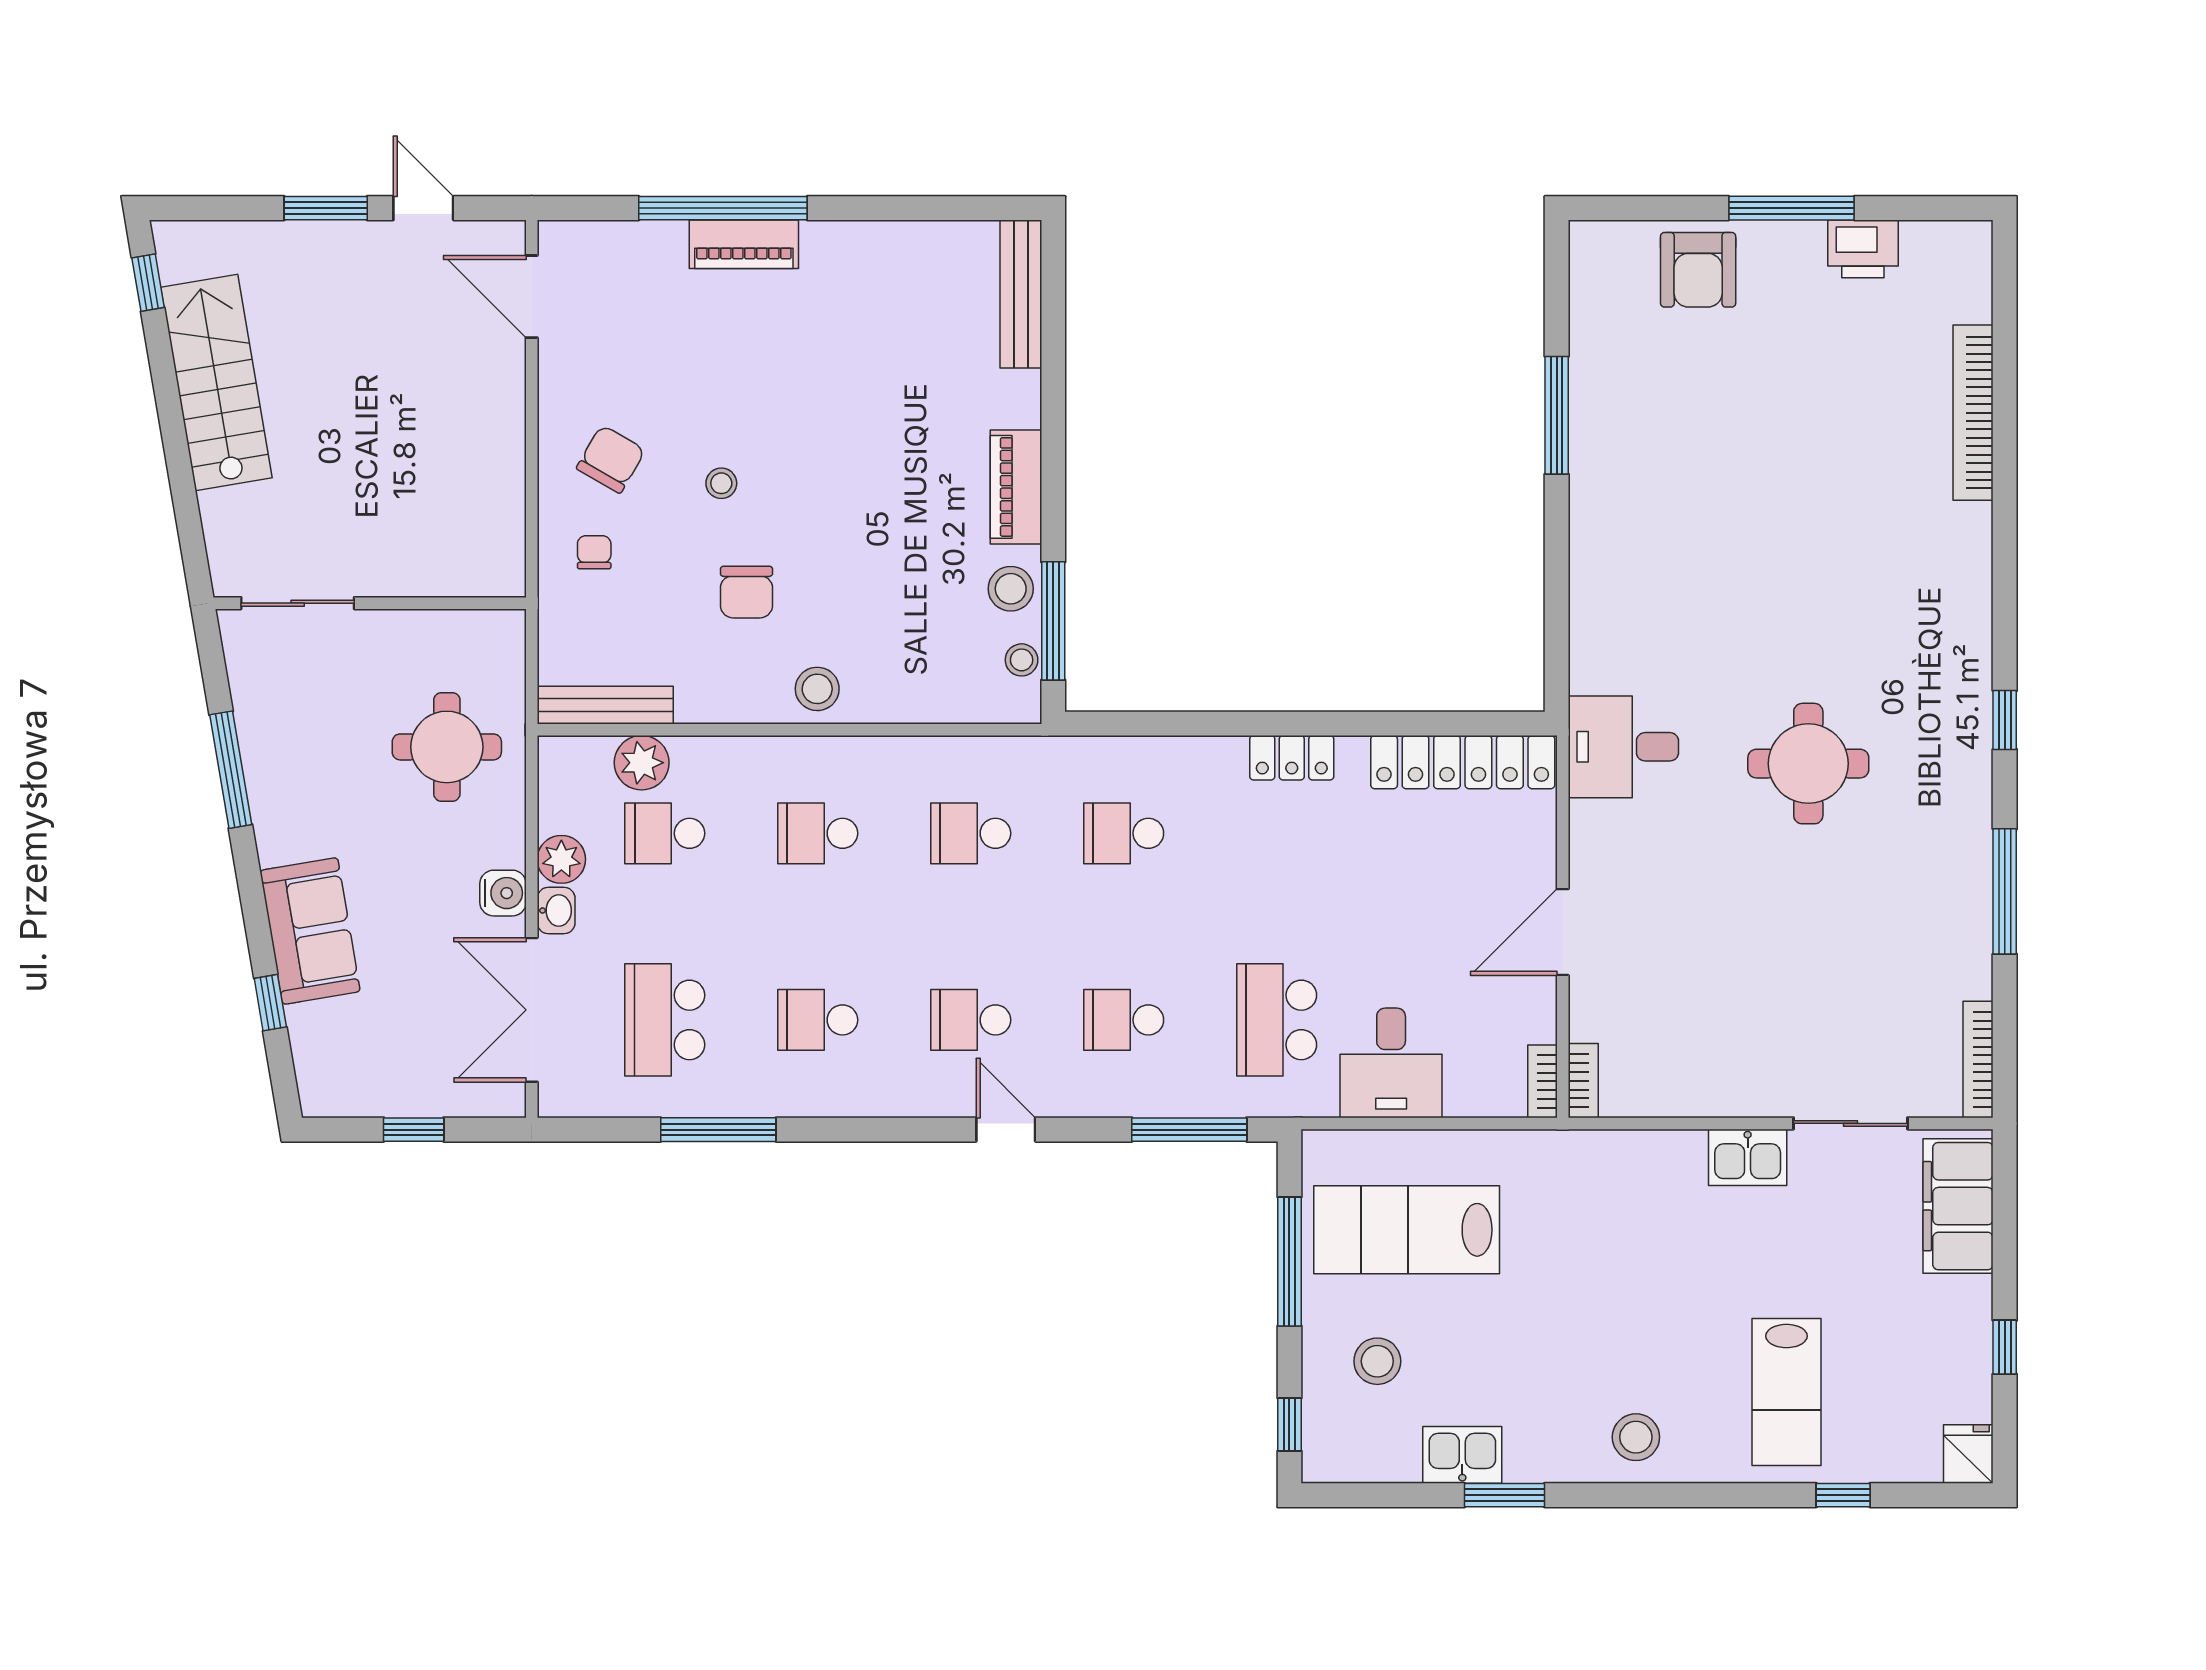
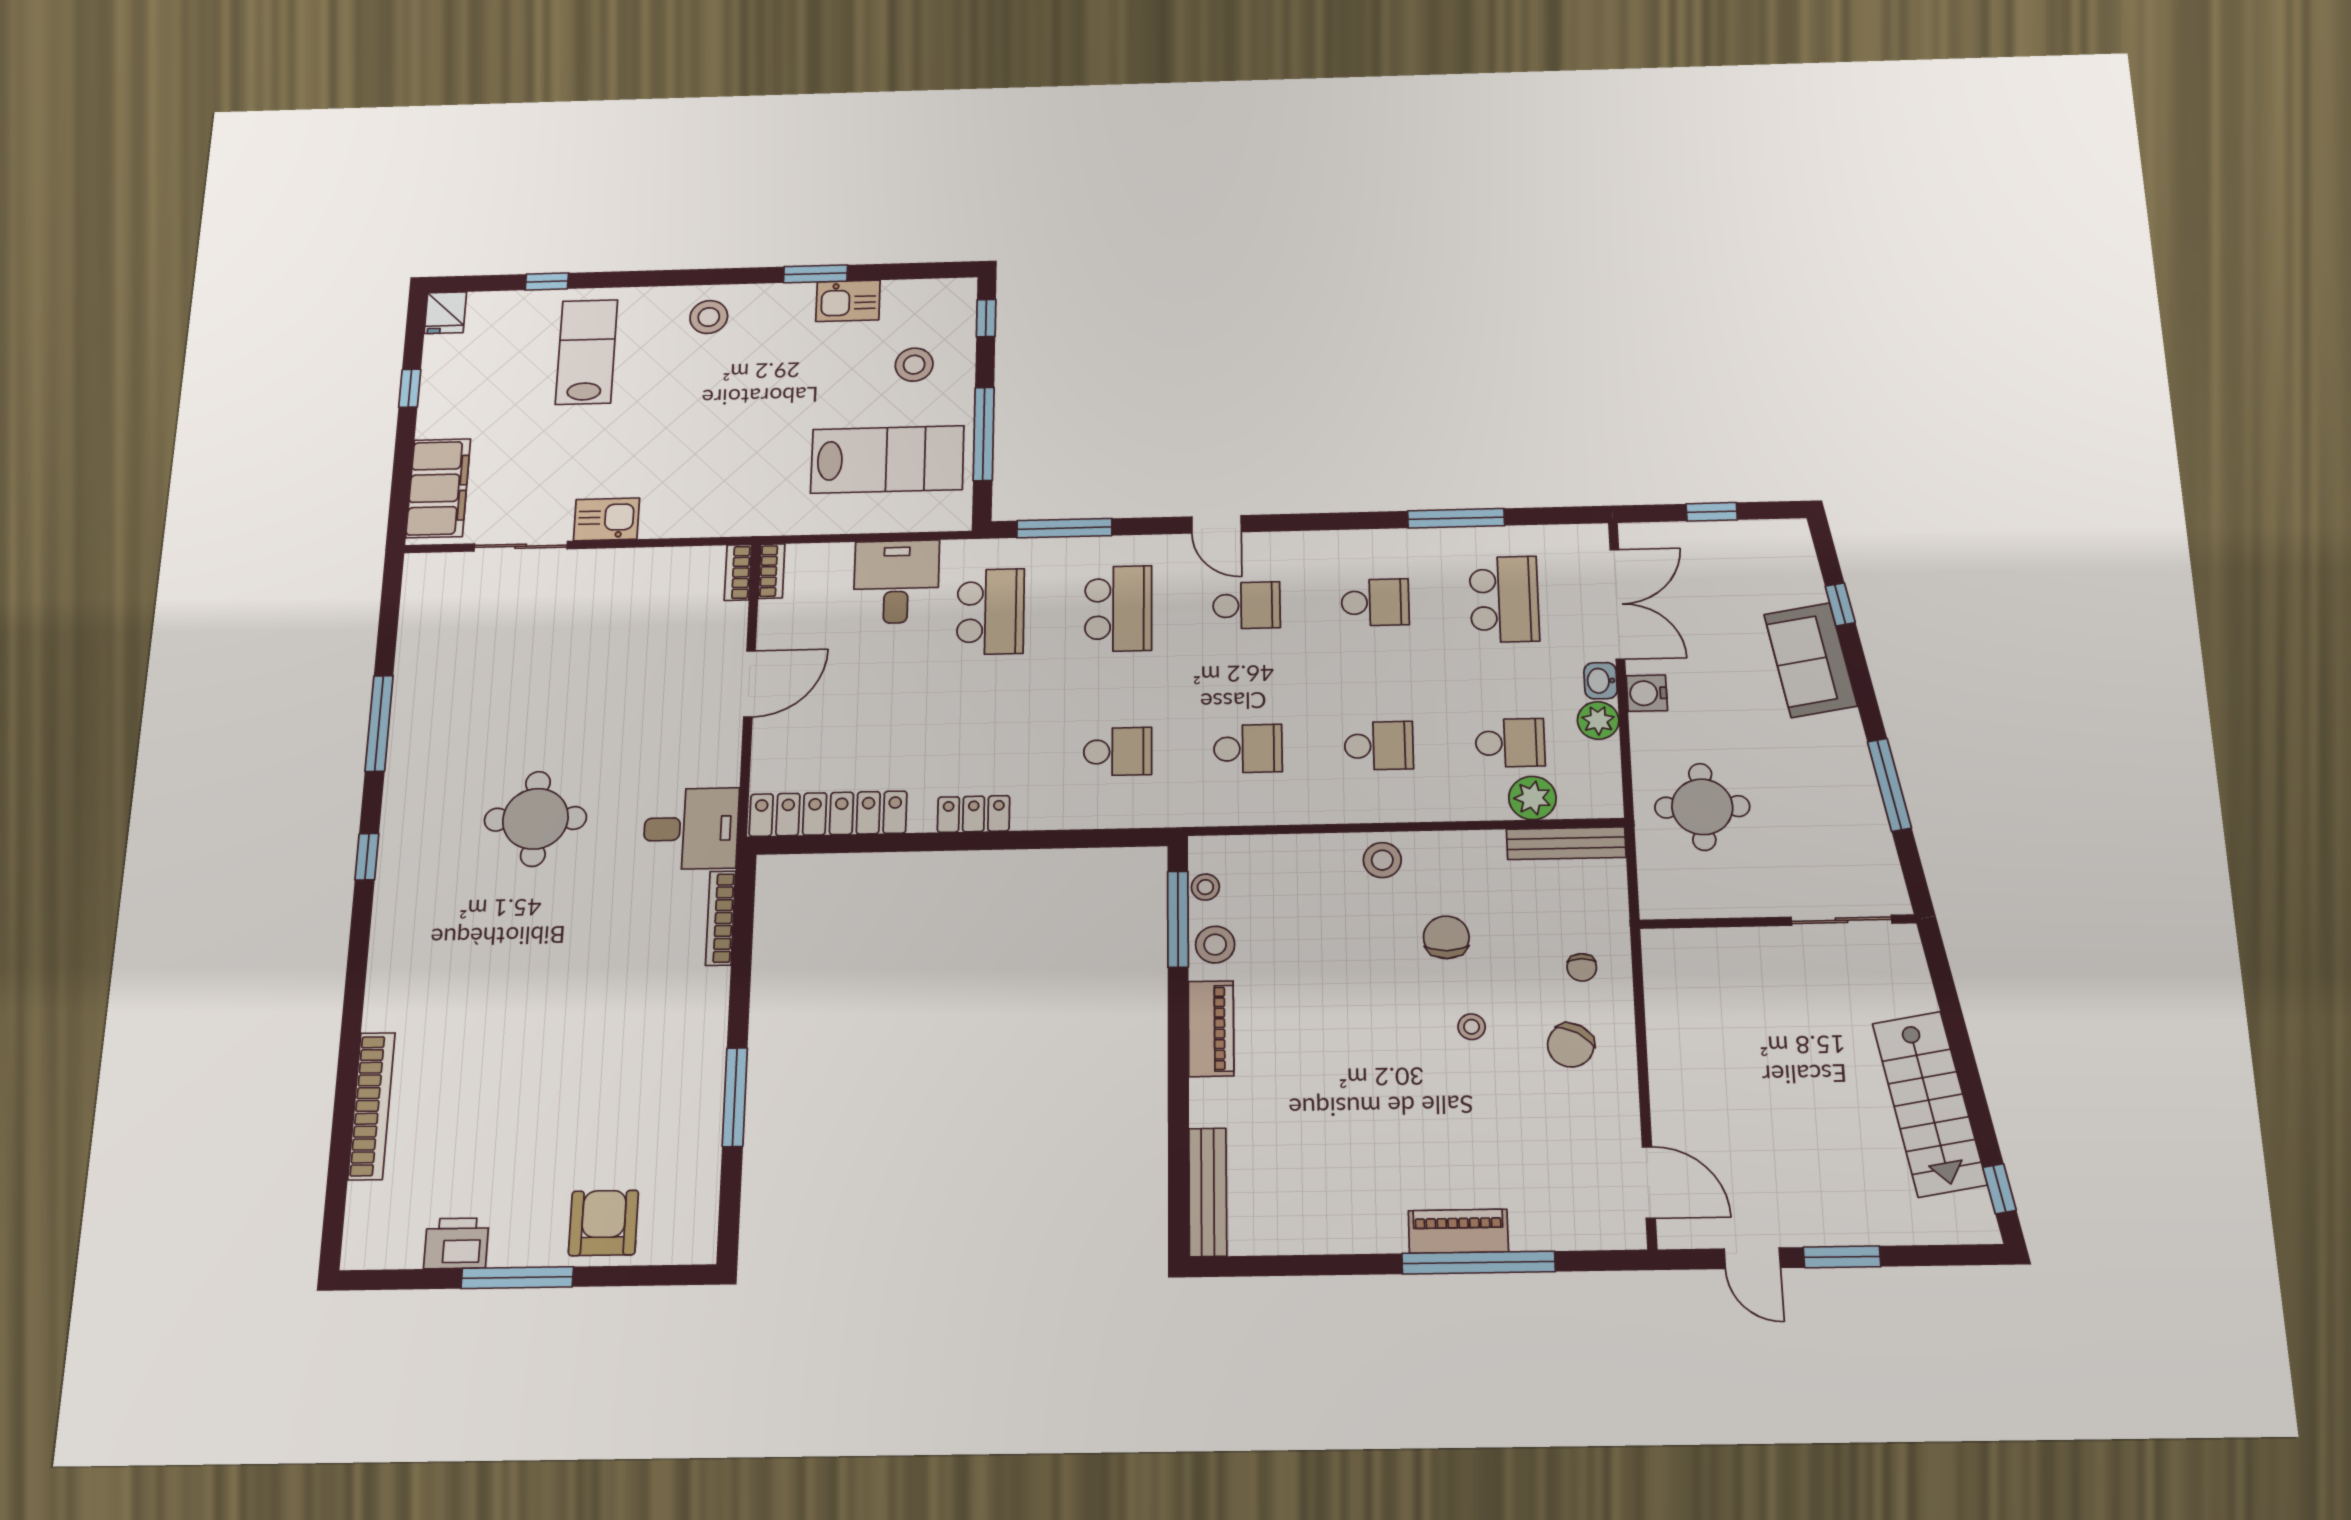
school desk: (1124, 1020) -> (1118, 609), width x1.85
bookcase: (1978, 1059) -> (721, 918), moved, turned 180

